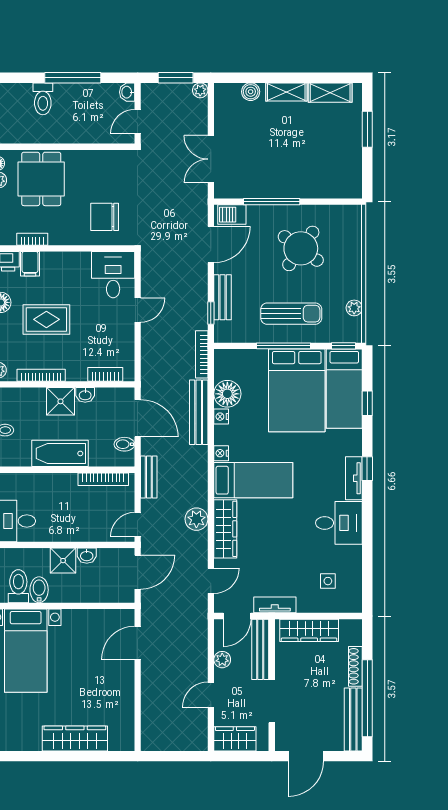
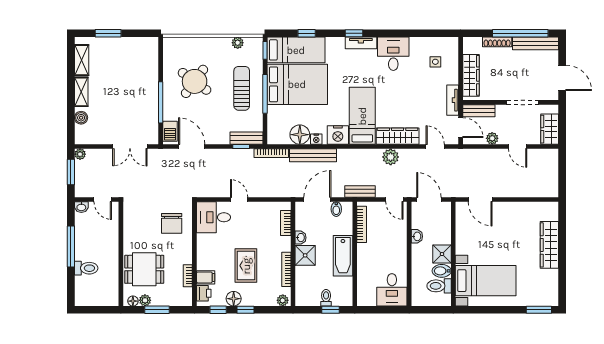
bench: (223, 297) -> (246, 138), moved
nightstand: (221, 453) -> (338, 135), width x1.89, depth x1.79
shower: (63, 561) -> (442, 254), moved
bench: (260, 649) -> (479, 111), width x0.73

